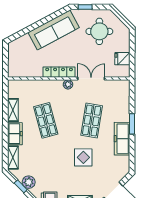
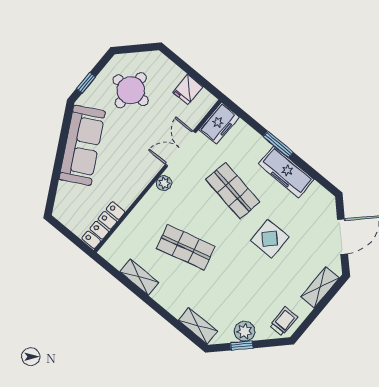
locker: (59, 72) -> (103, 225), moved
freezer: (15, 134) -> (219, 123), moved, turned 90

